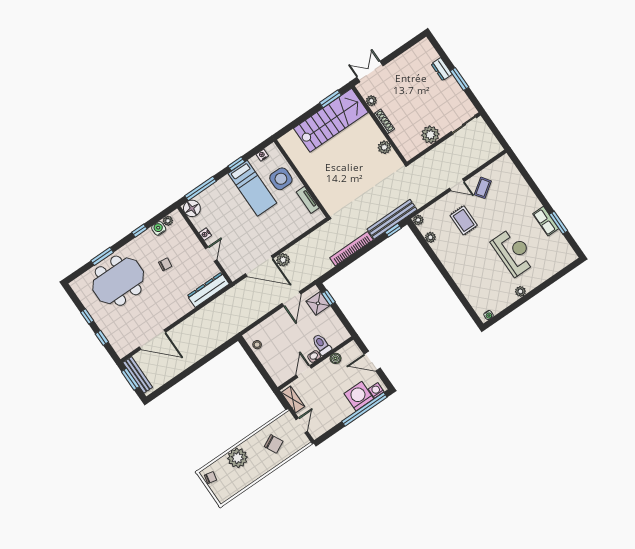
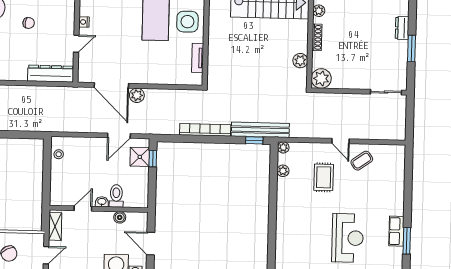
plant: (430, 135) -> (321, 78), moved

